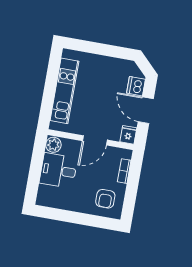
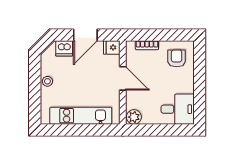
stool: (105, 63) -> (47, 81), added
desk: (58, 171) -> (178, 109), moved, turned -90
armchair: (105, 199) -> (177, 58), turned -90

